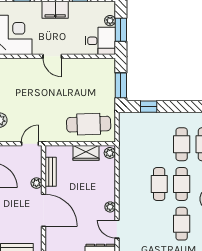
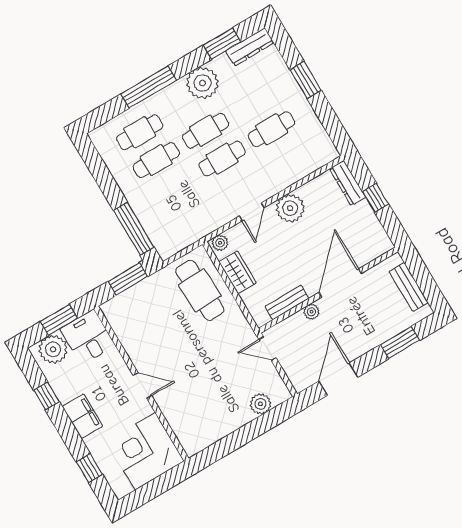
plant: (110, 21) -> (53, 349), width x1.88, depth x1.88
door: (52, 56) -> (142, 386), hinge flipped
window: (149, 107) -> (134, 229), width x2.17
plant: (110, 207) -> (290, 208), width x1.87, depth x1.87
cafe table: (182, 224) -> (271, 129), moved
door: (117, 229) -> (252, 212), moved

